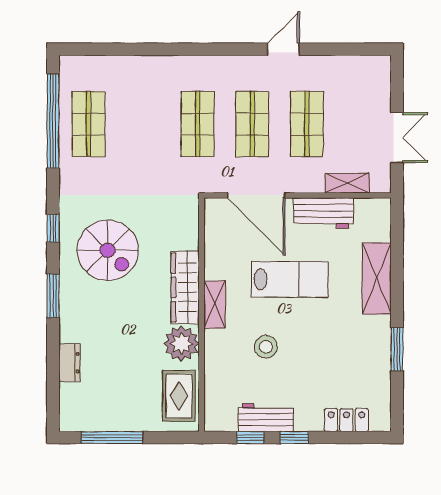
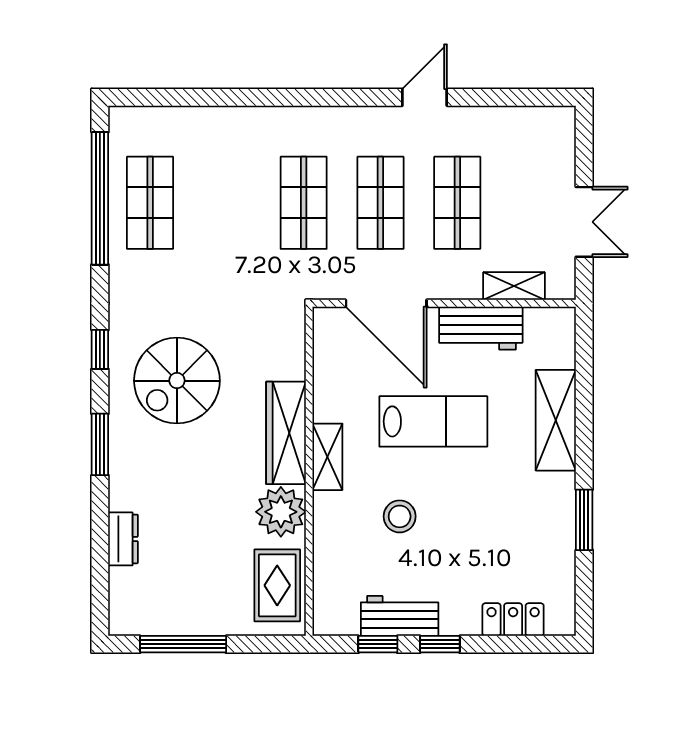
spiral stairs: (108, 250) -> (177, 381), turned 90

